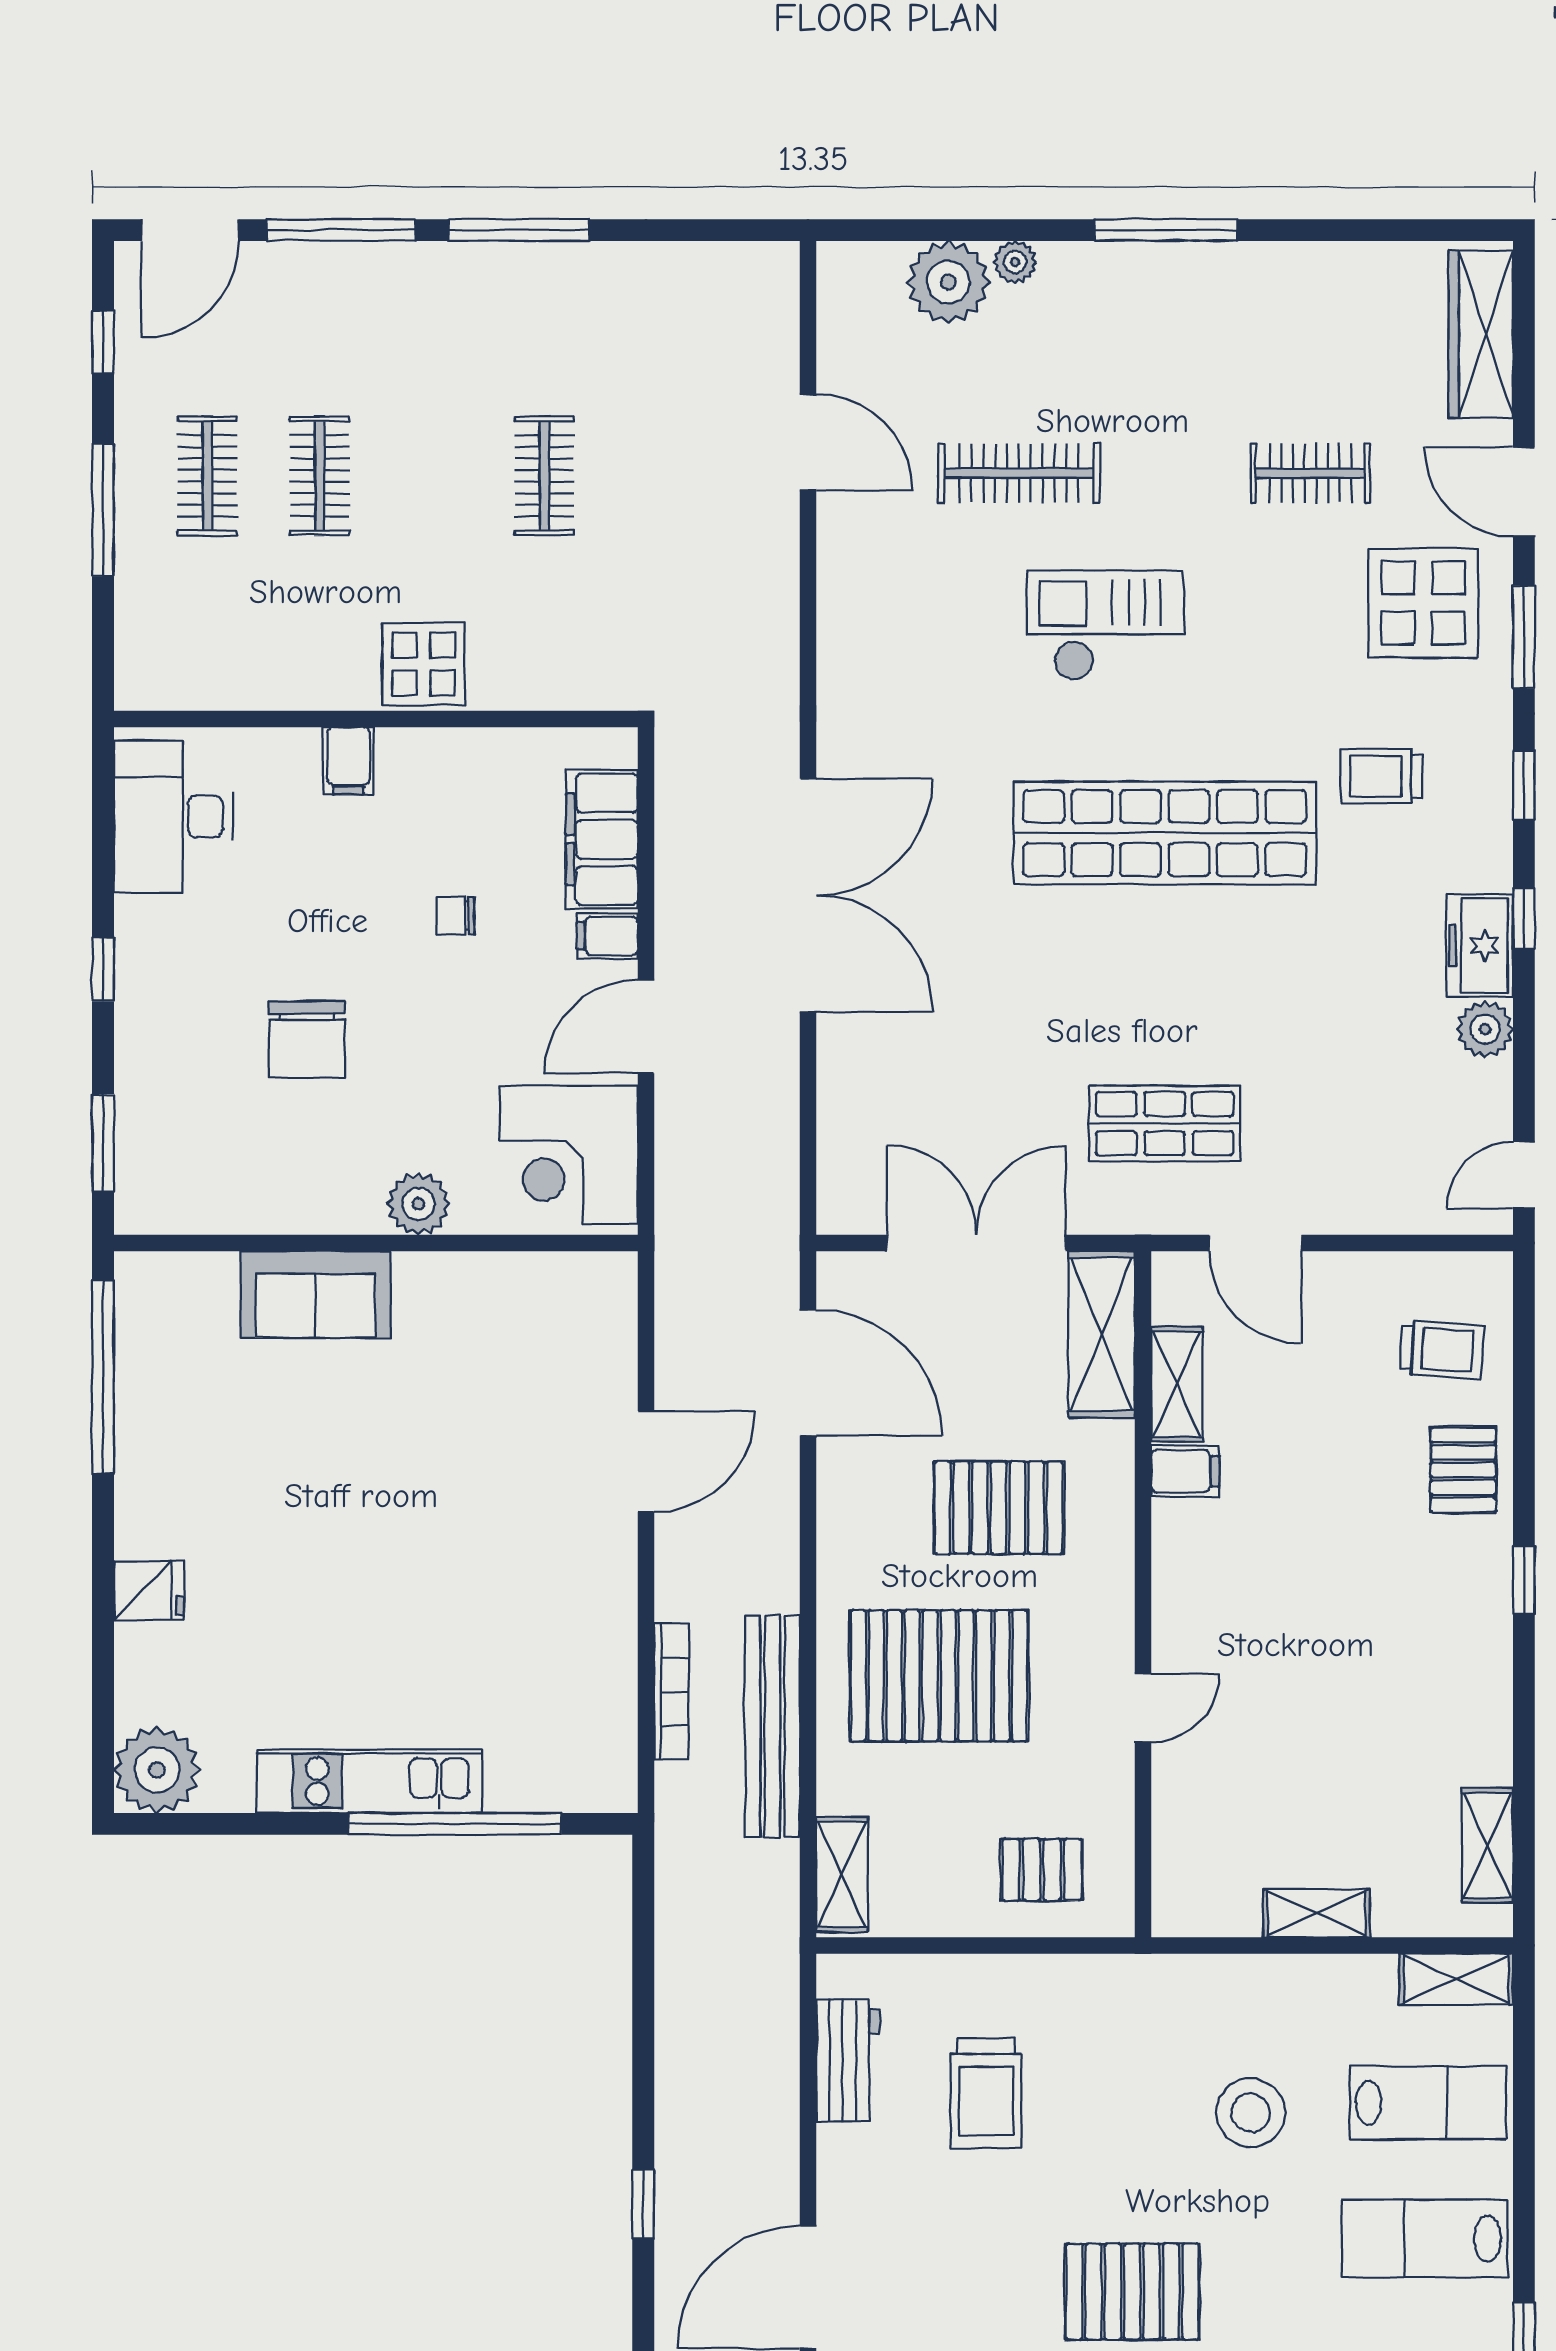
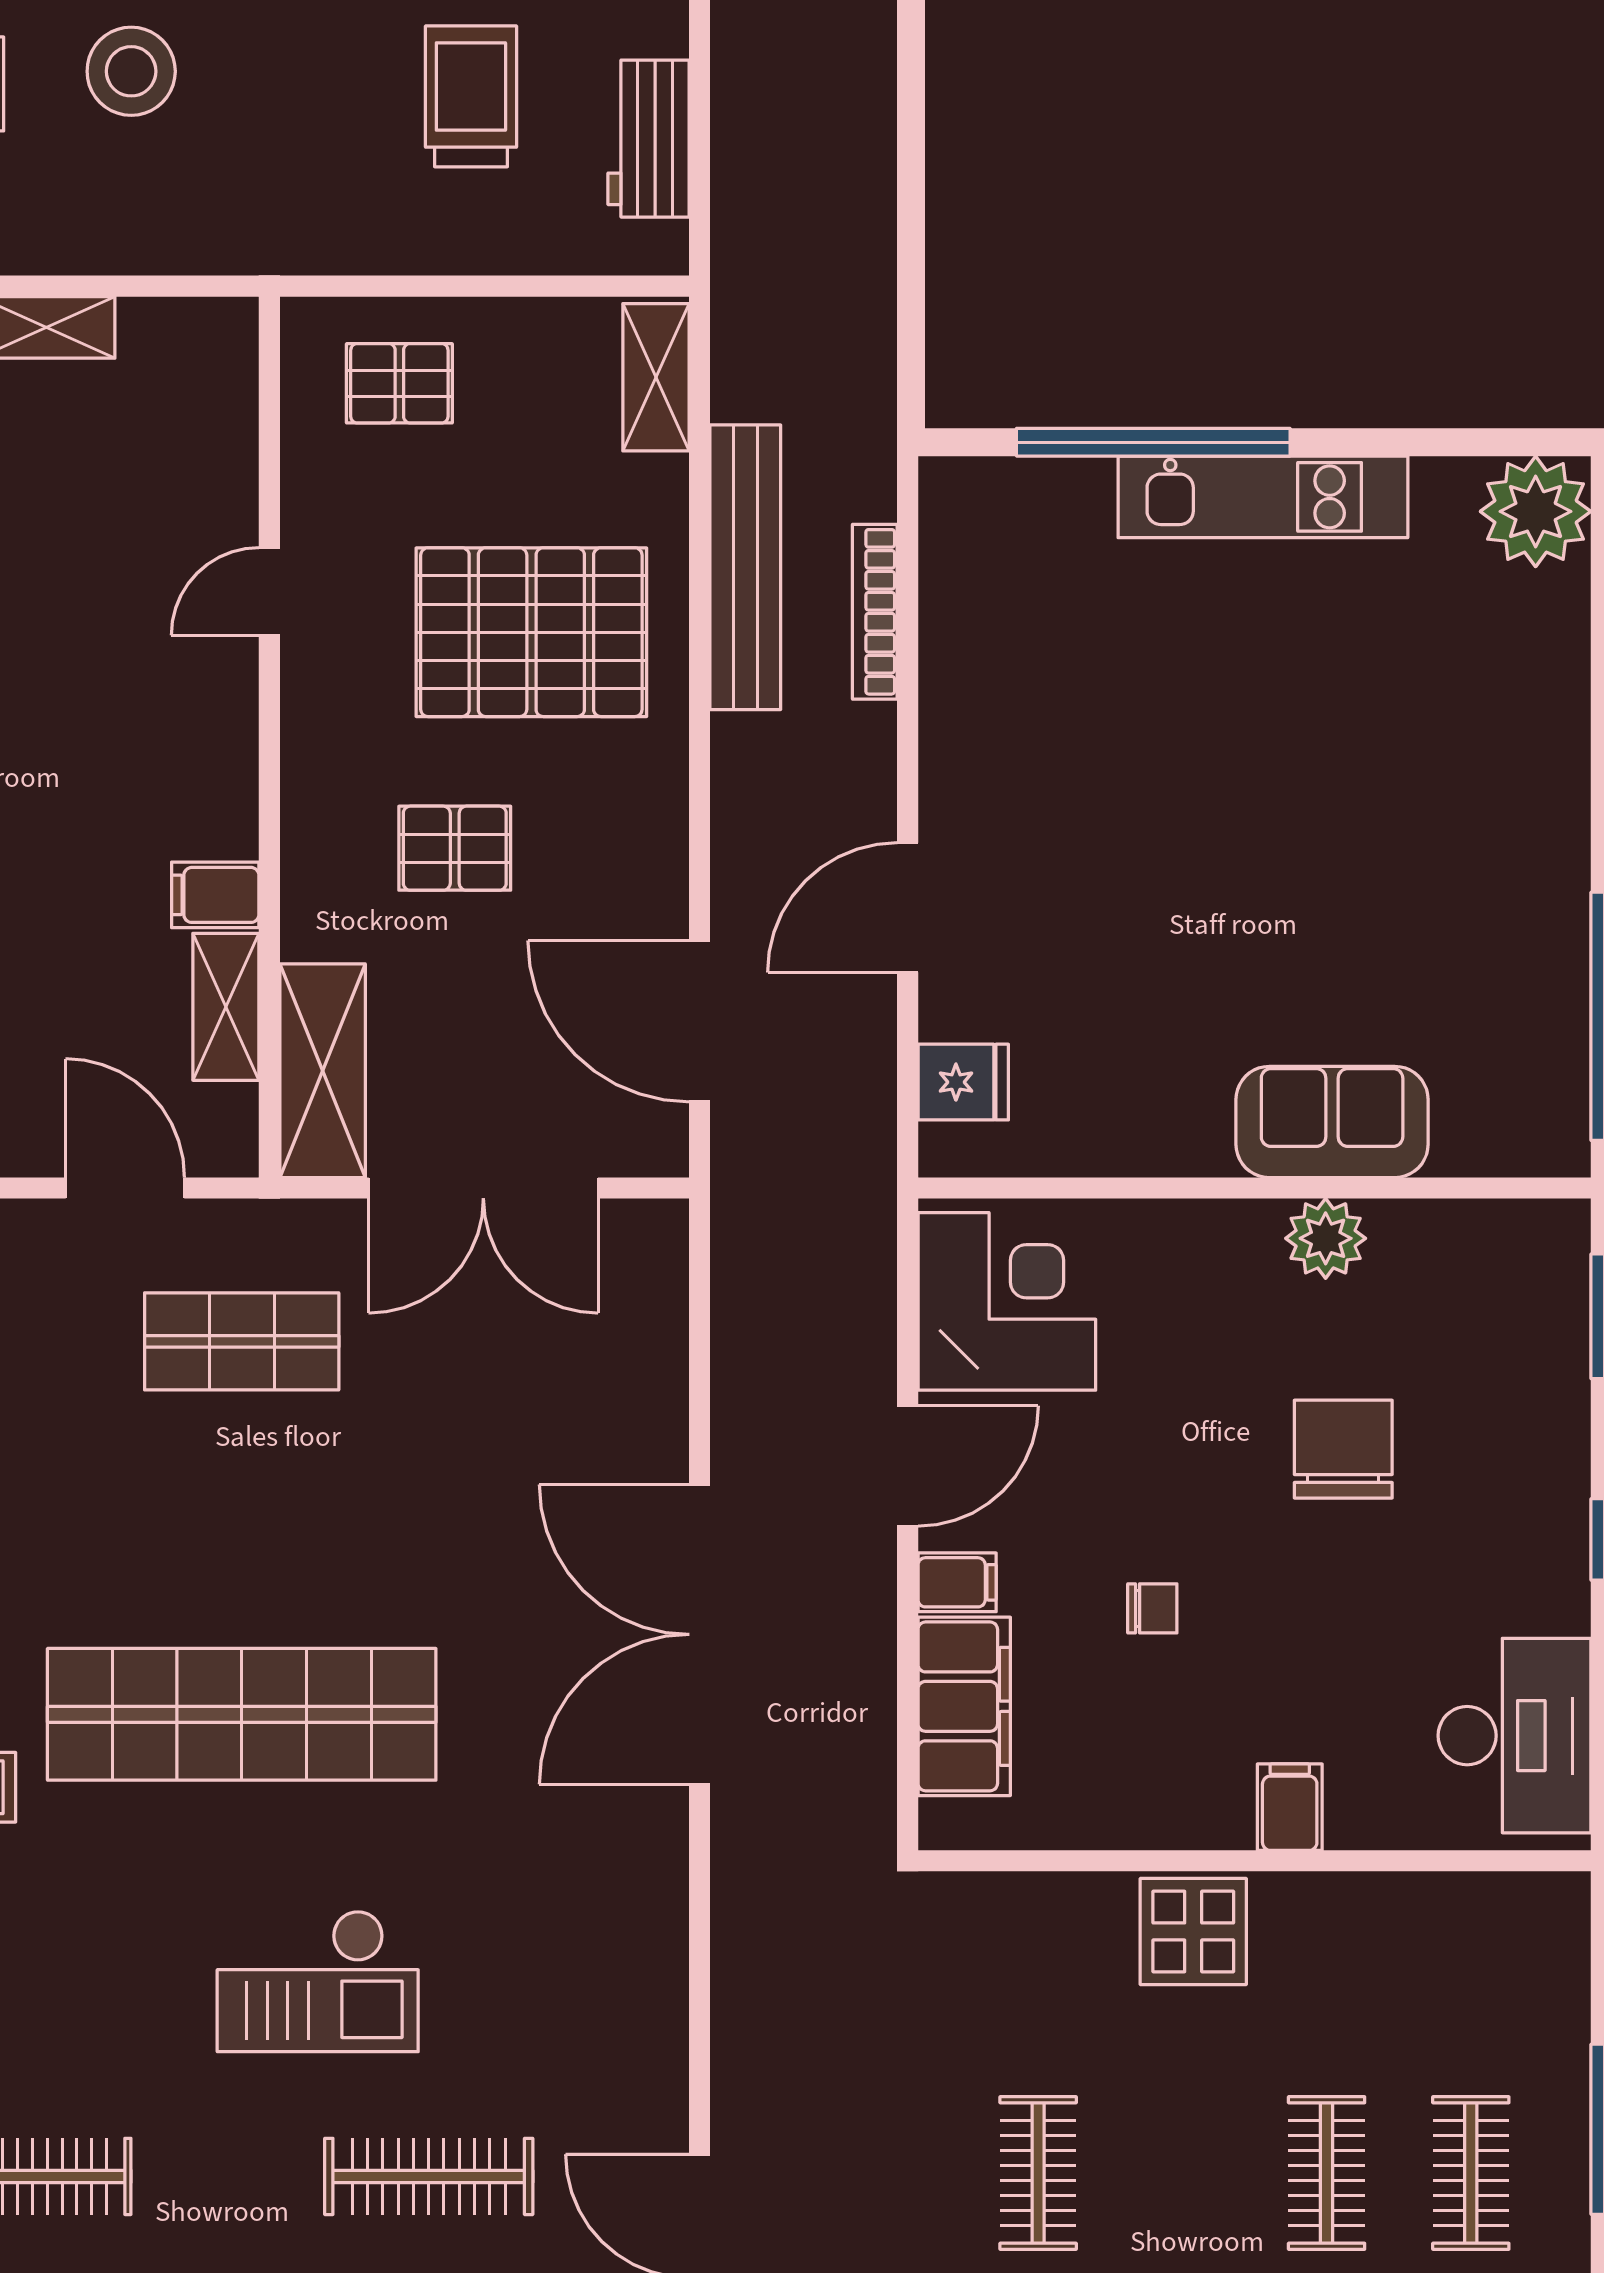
plant: (418, 1204) -> (1326, 1238), moved
pallet: (999, 1508) -> (455, 848), width x0.67, depth x0.71
fridge: (149, 1590) -> (963, 1082), moved, turned 180

